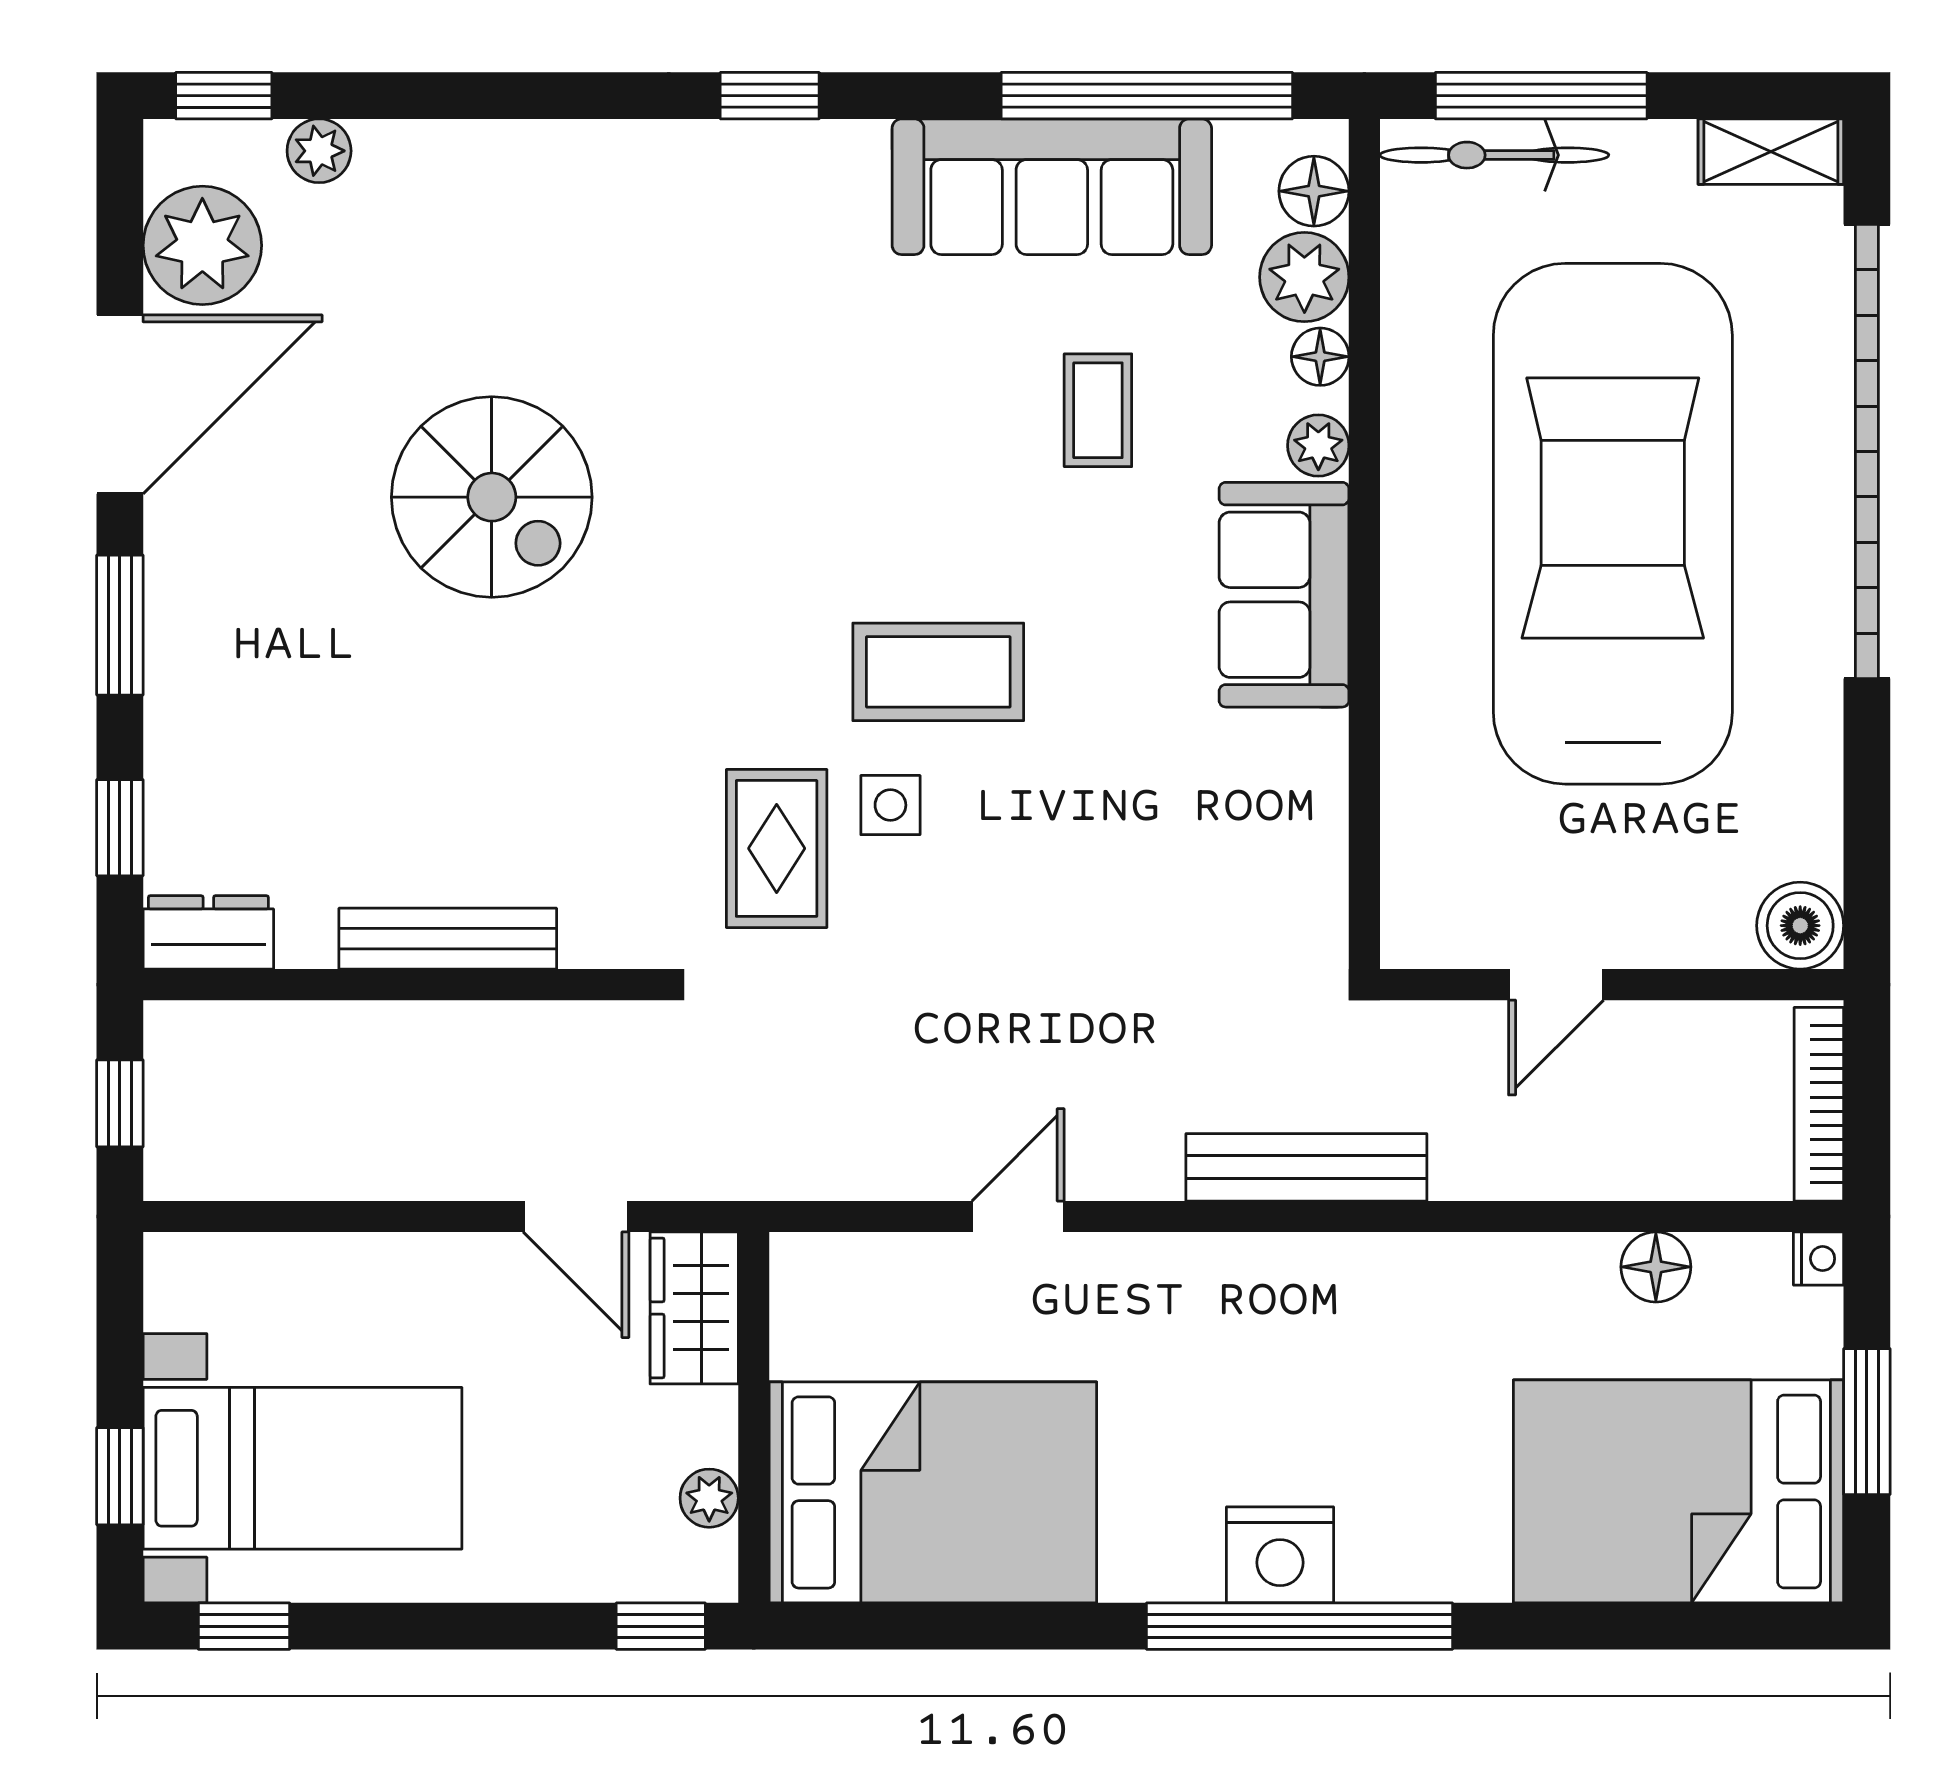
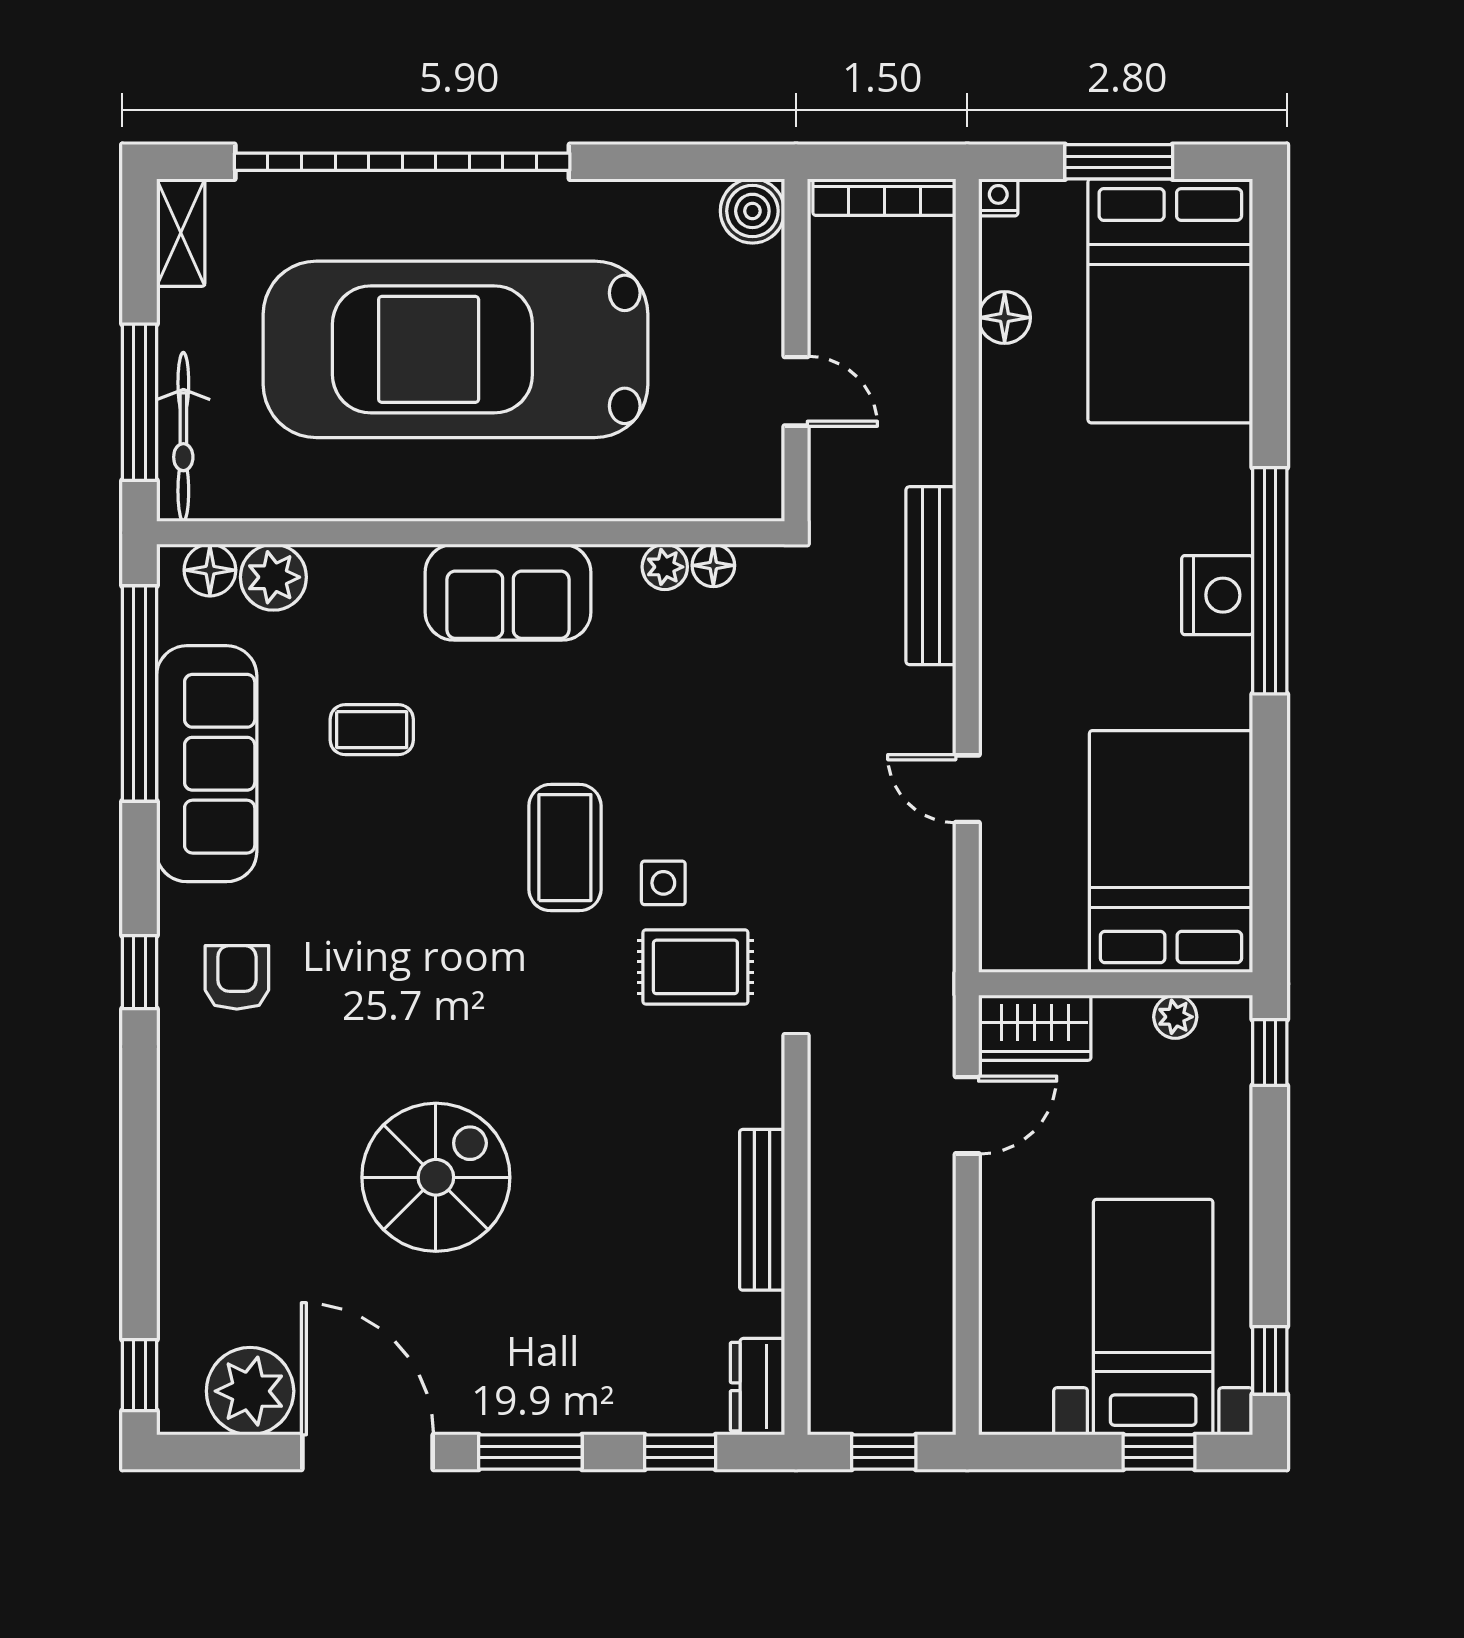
plant: (319, 151) -> (180, 1305), removed
armchair: (762, 228) -> (237, 977), added
floor lamp: (1320, 357) -> (713, 565), moved
plant: (1318, 446) -> (665, 567), moved

